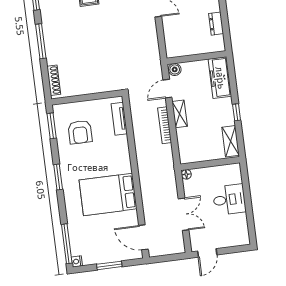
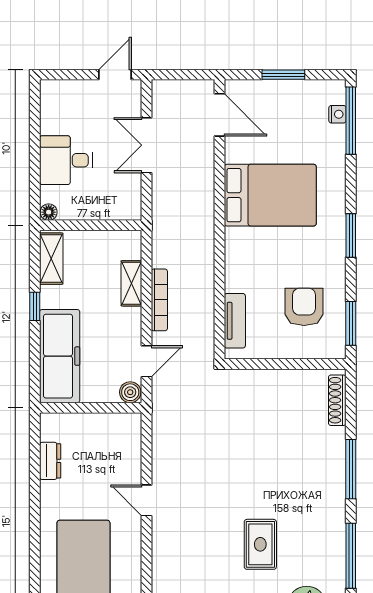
freezer: (220, 78) -> (60, 356), width x1.36, depth x1.26
shelving: (180, 114) -> (131, 283), moved
floor lamp: (186, 174) -> (49, 212), moved
nightstand: (77, 261) -> (337, 114), moved

